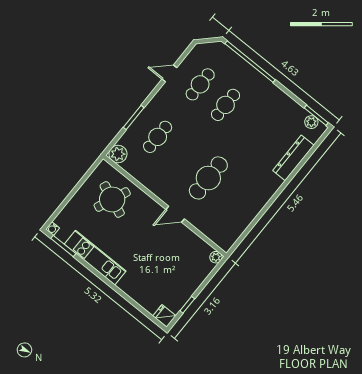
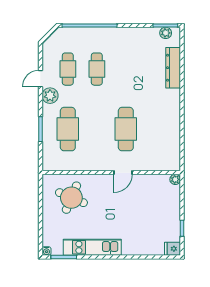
cafe table: (158, 137) -> (68, 129), width x1.37, depth x1.35
plant: (118, 154) -> (50, 96), moved

